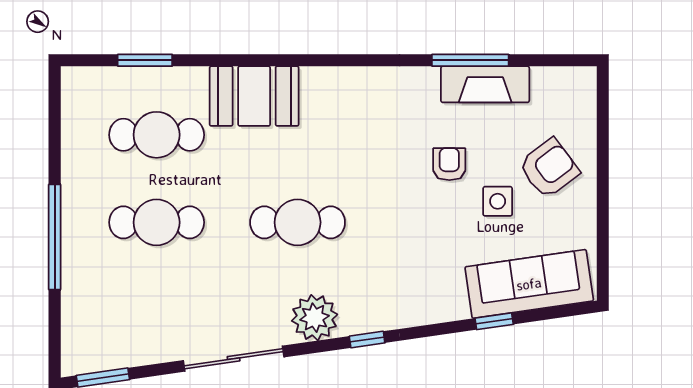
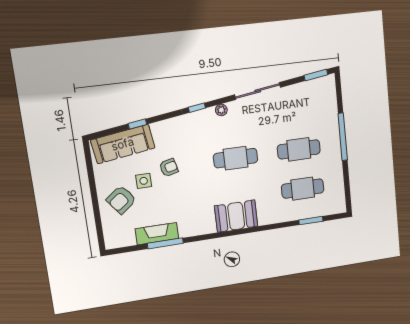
booth: (254, 96) -> (236, 216), moved
armchair: (449, 164) -> (169, 168), moved, turned -104
plant: (315, 318) -> (221, 110), width x0.53, depth x0.53

